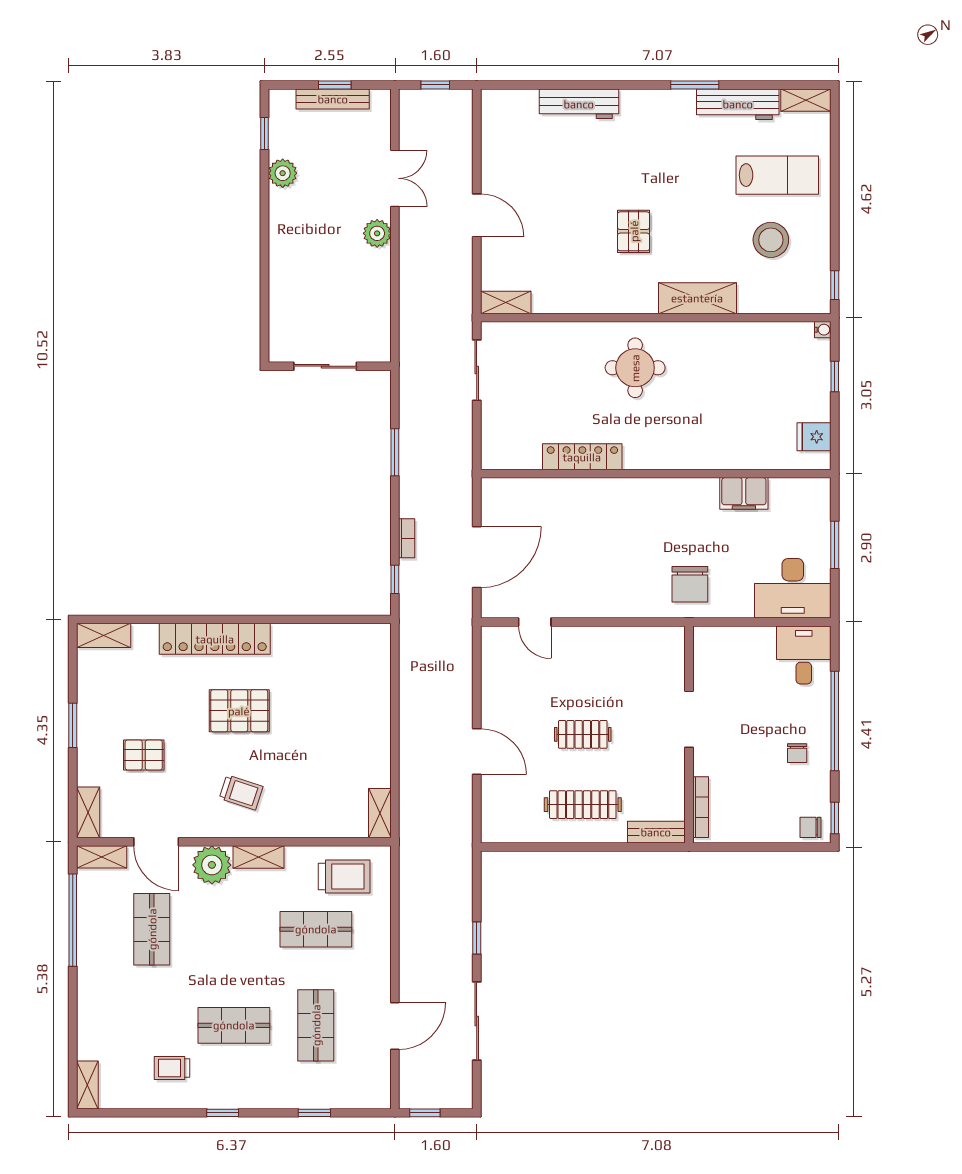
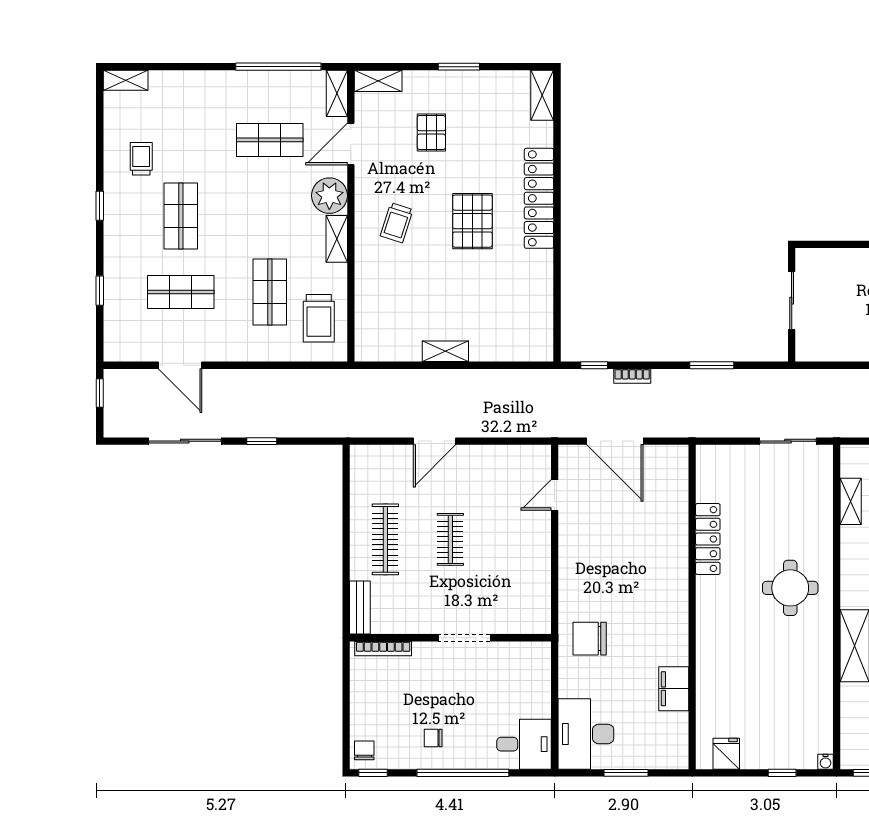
shelving: (506, 303) -> (851, 501), moved
shelving: (380, 813) -> (445, 351), moved

